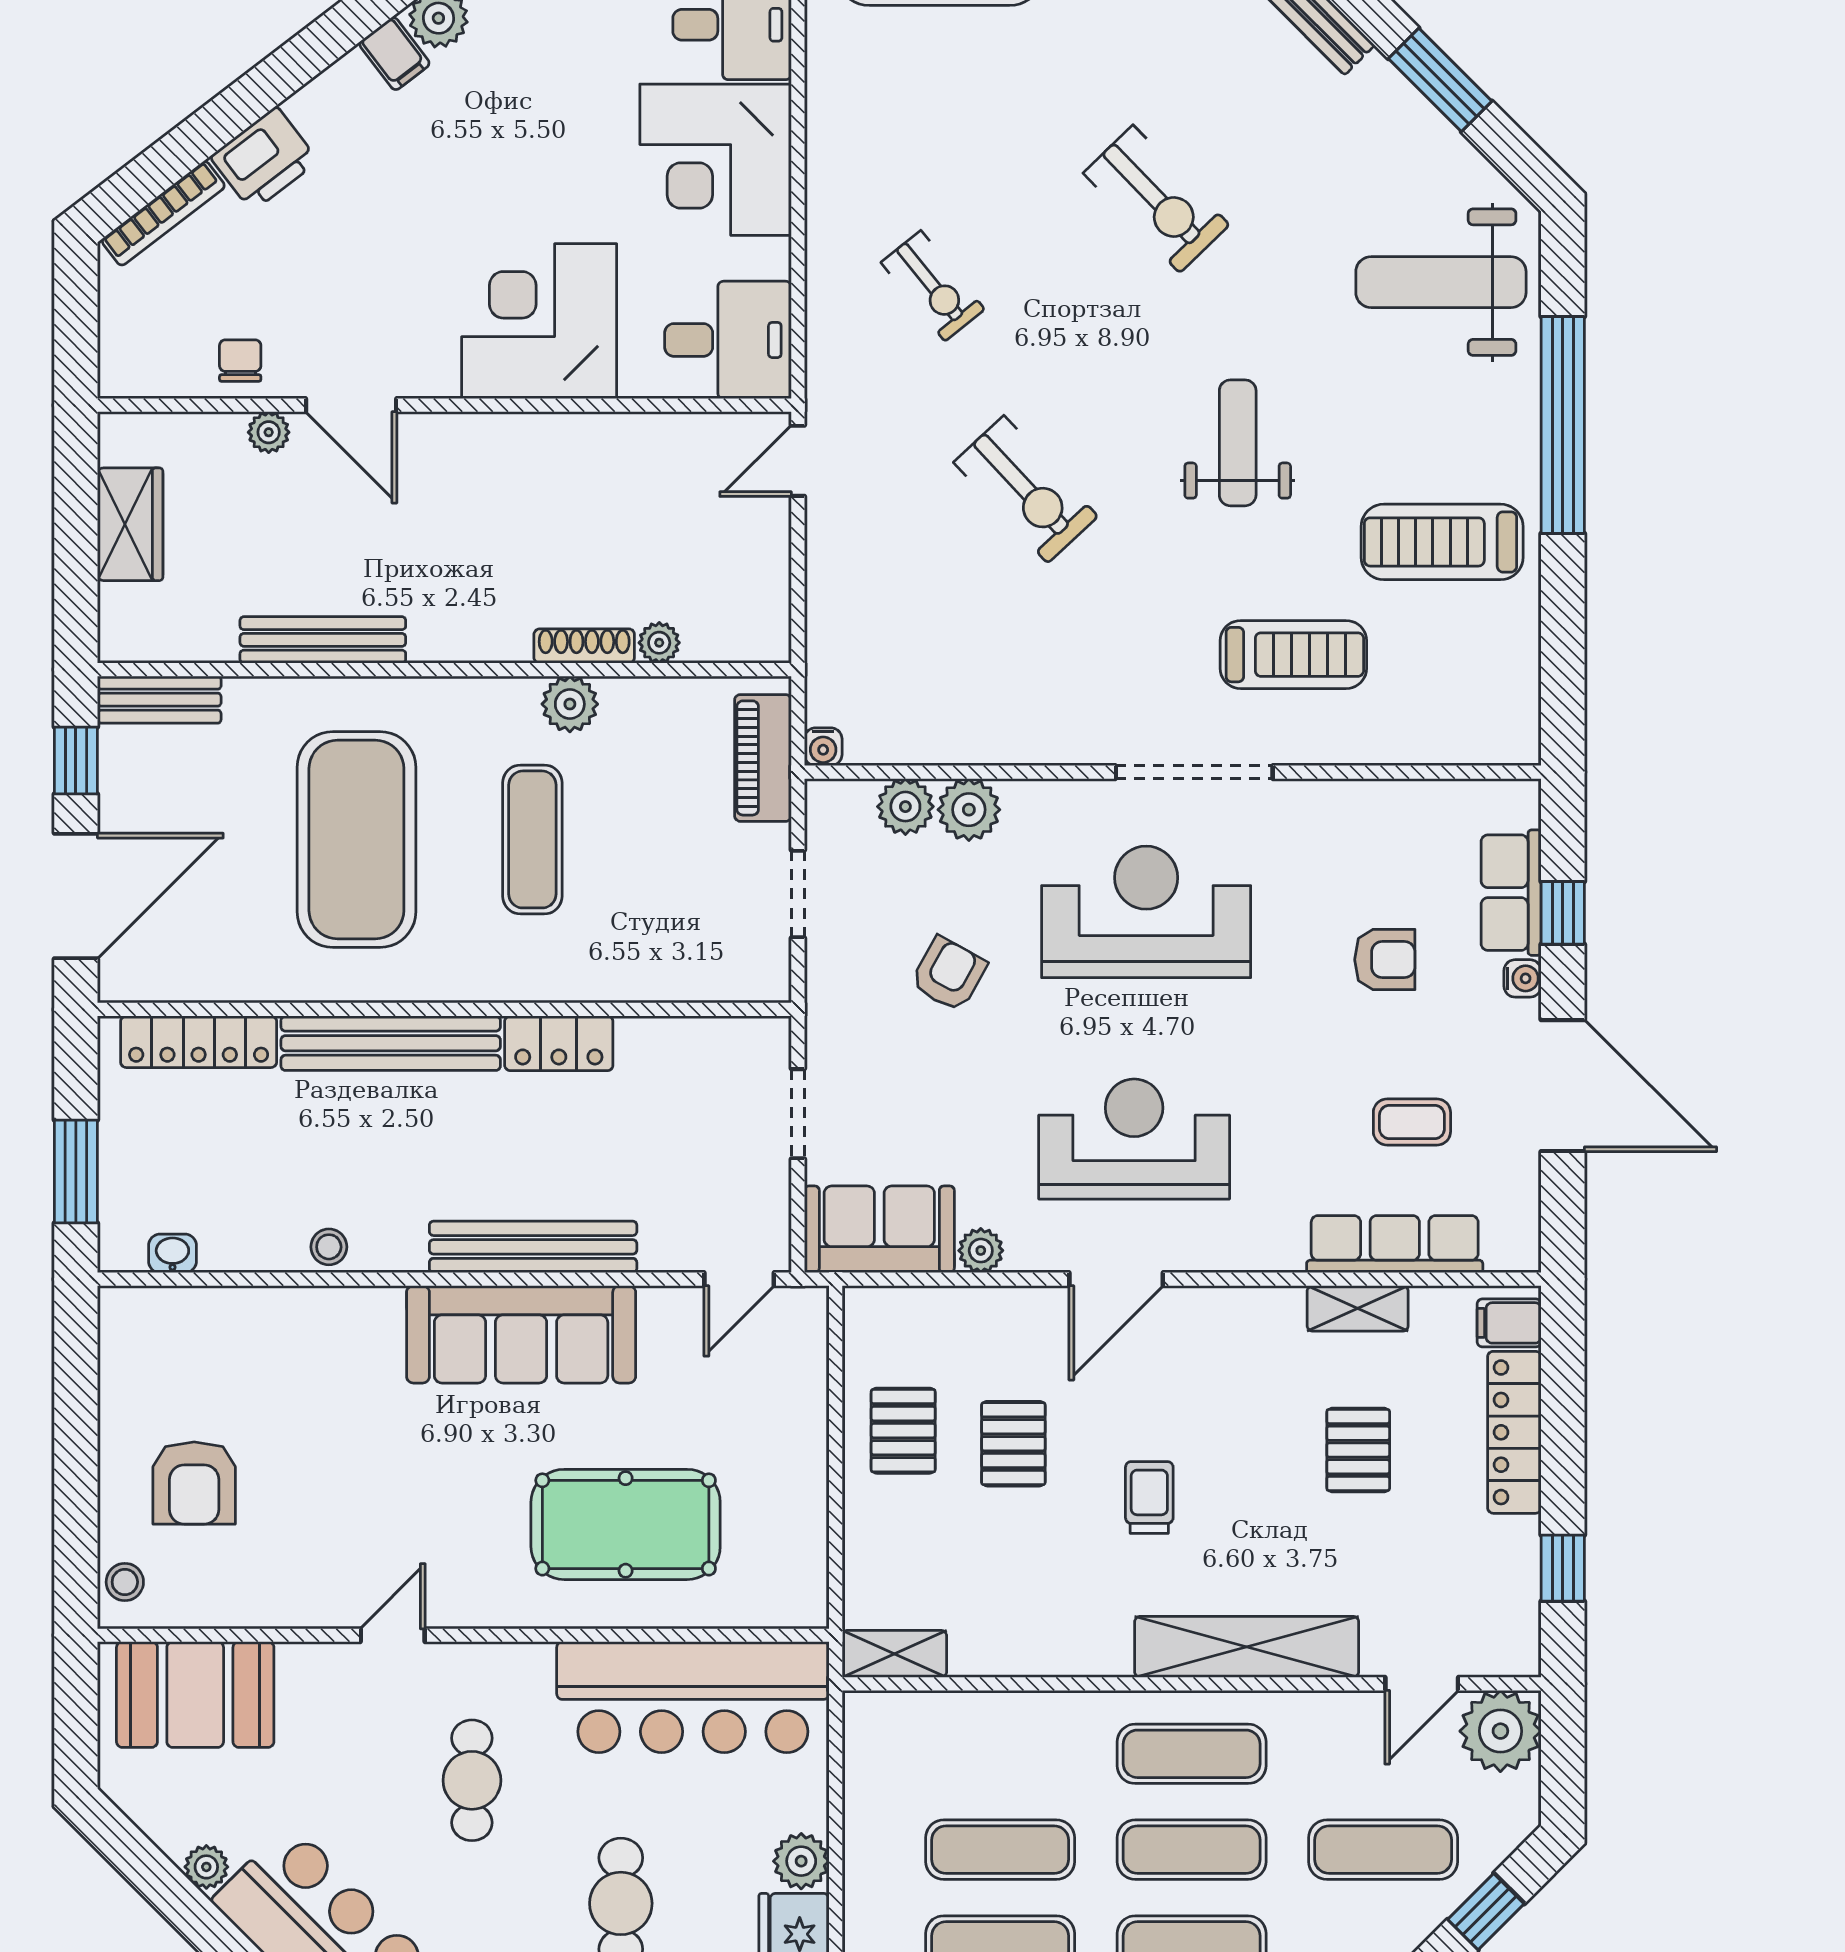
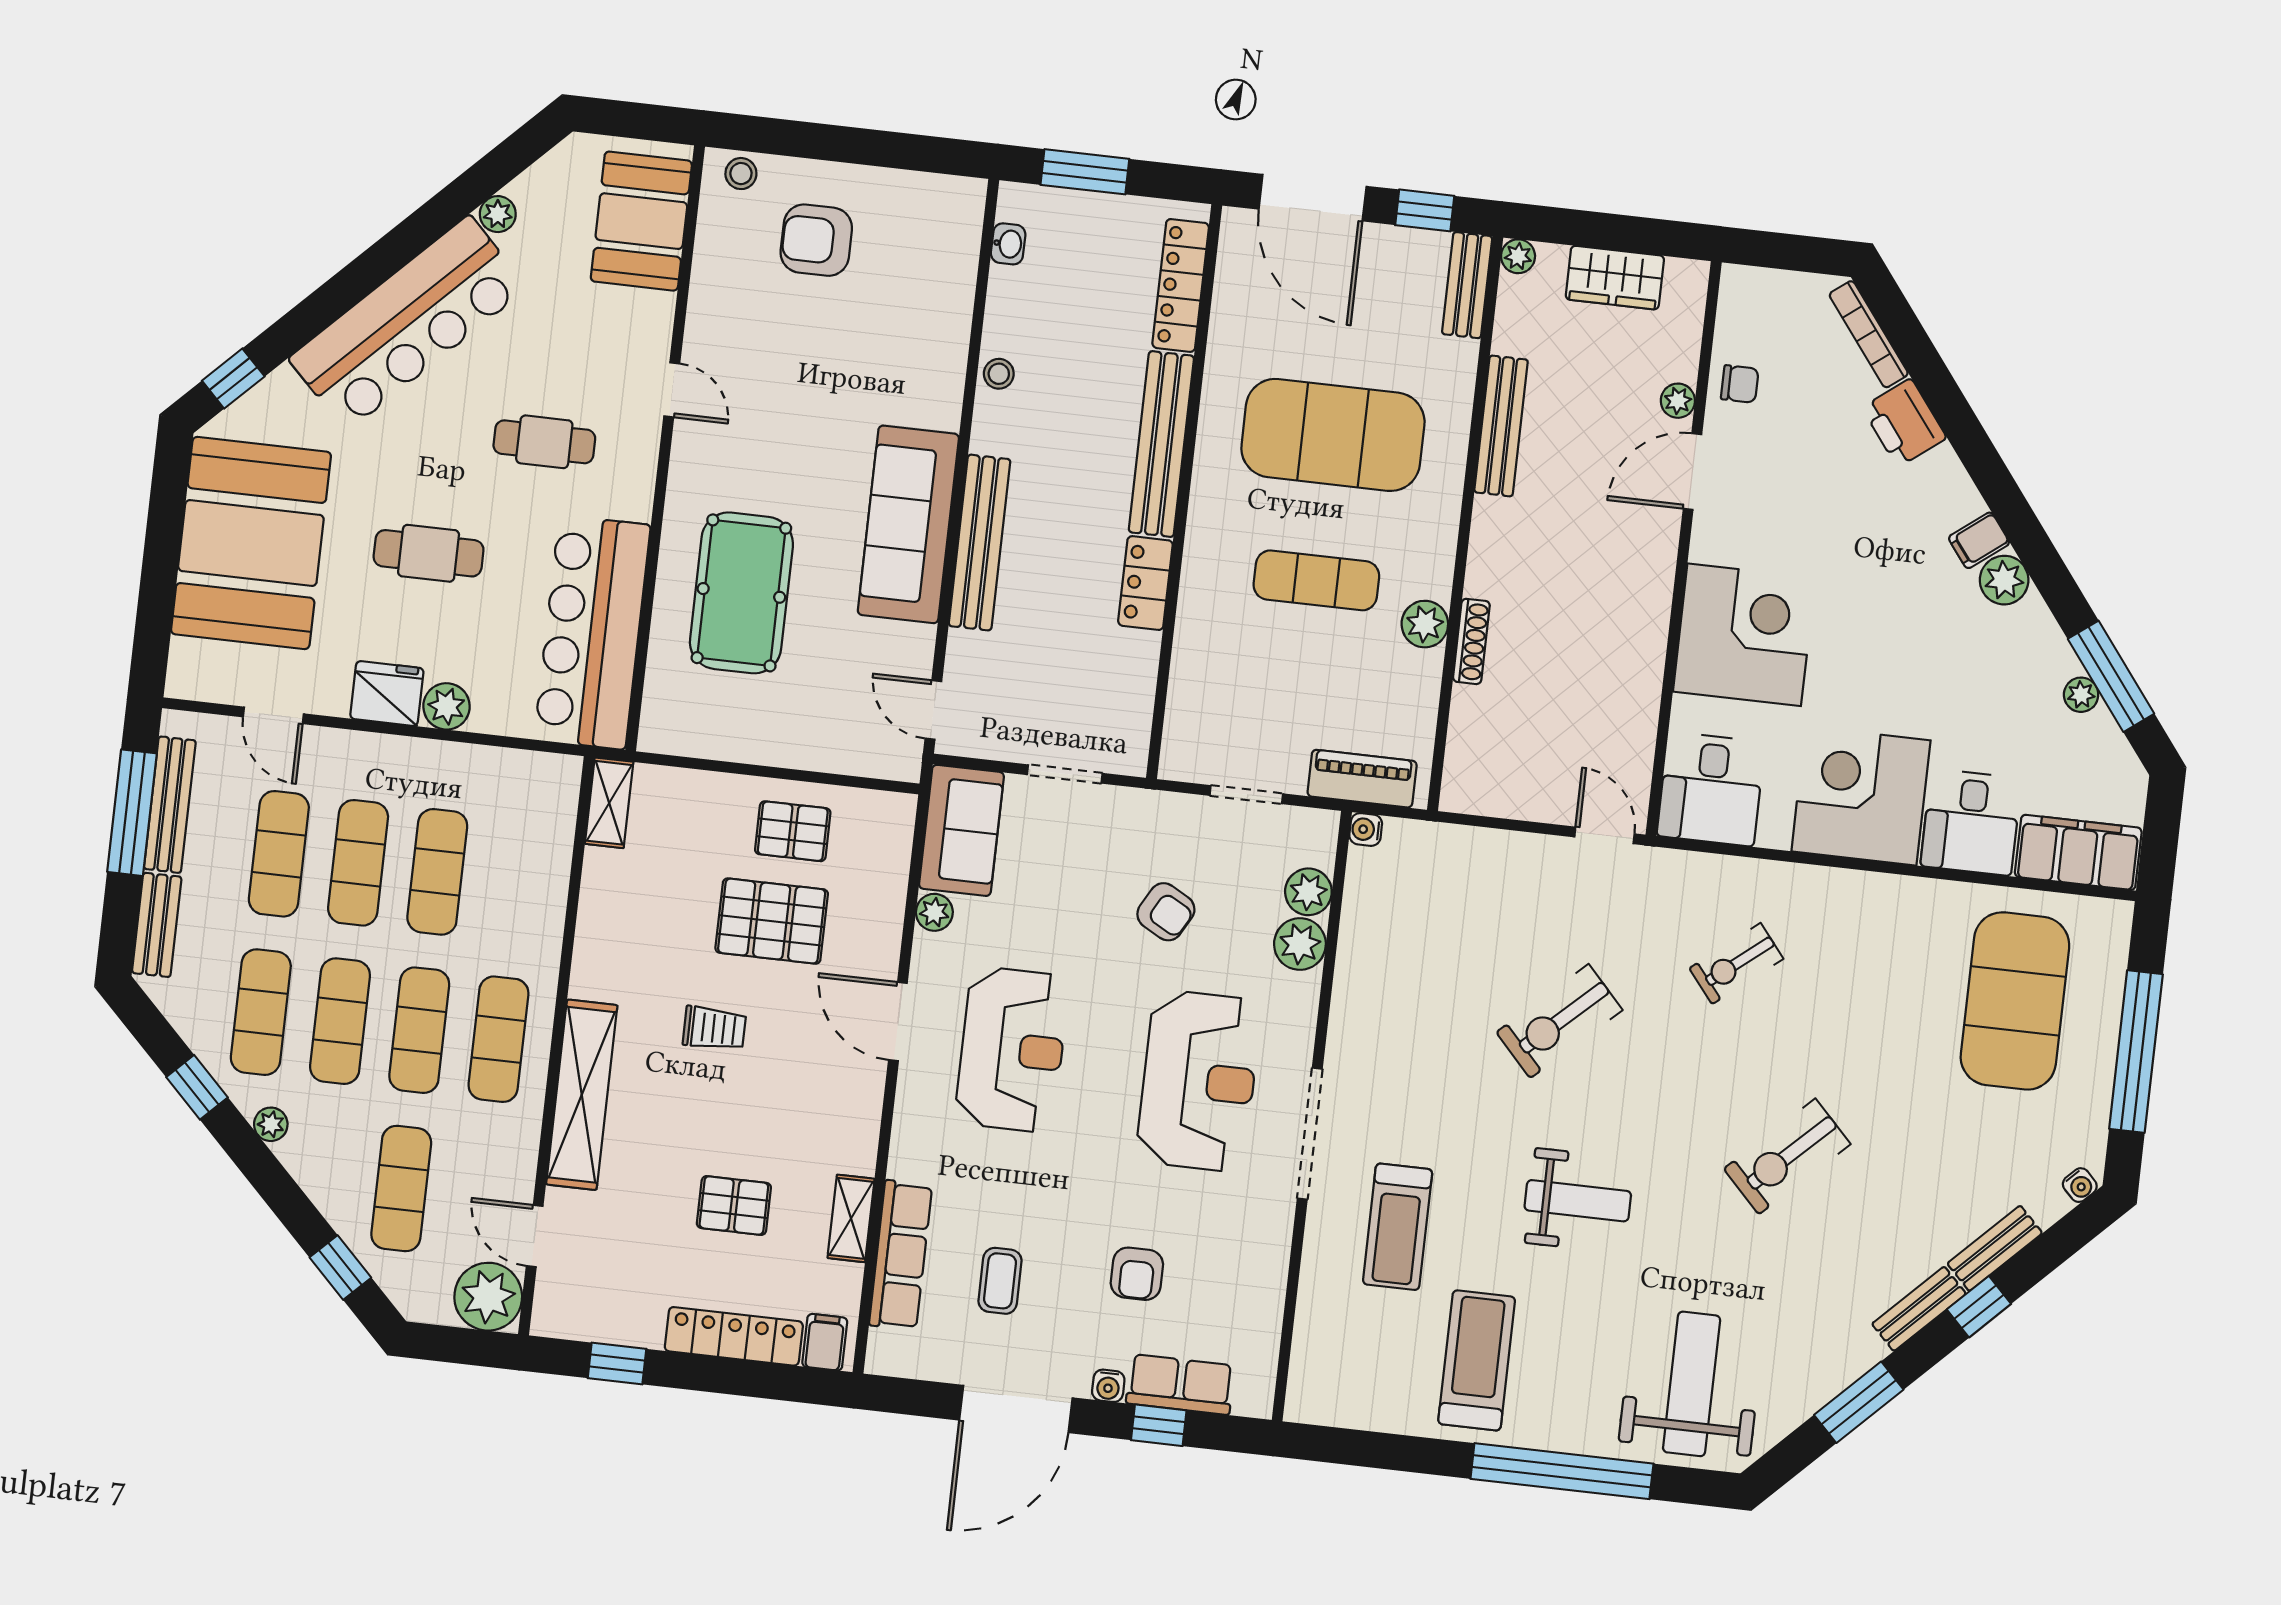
plant: (659, 643) -> (1518, 256), moved
pallet: (1013, 1444) -> (772, 921), width x1.50, depth x1.42

